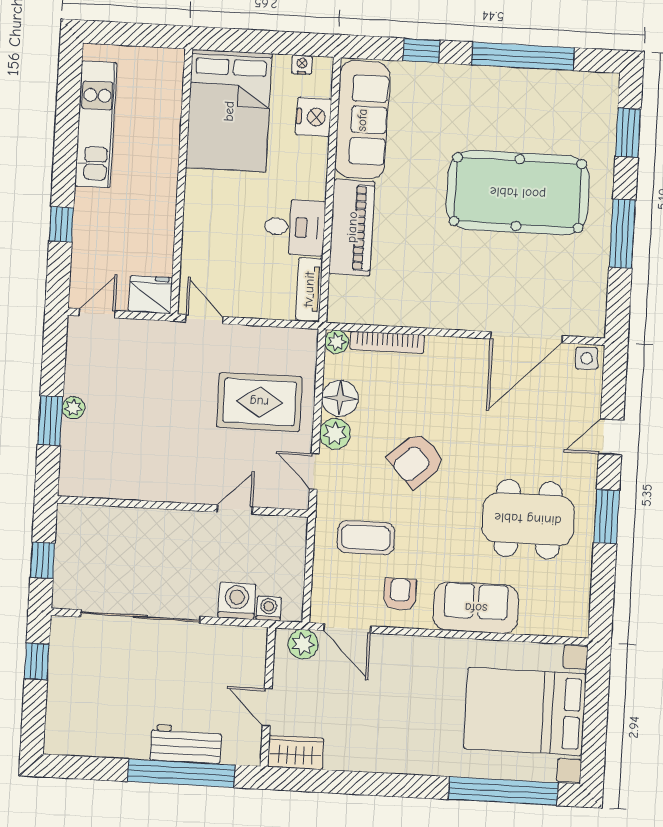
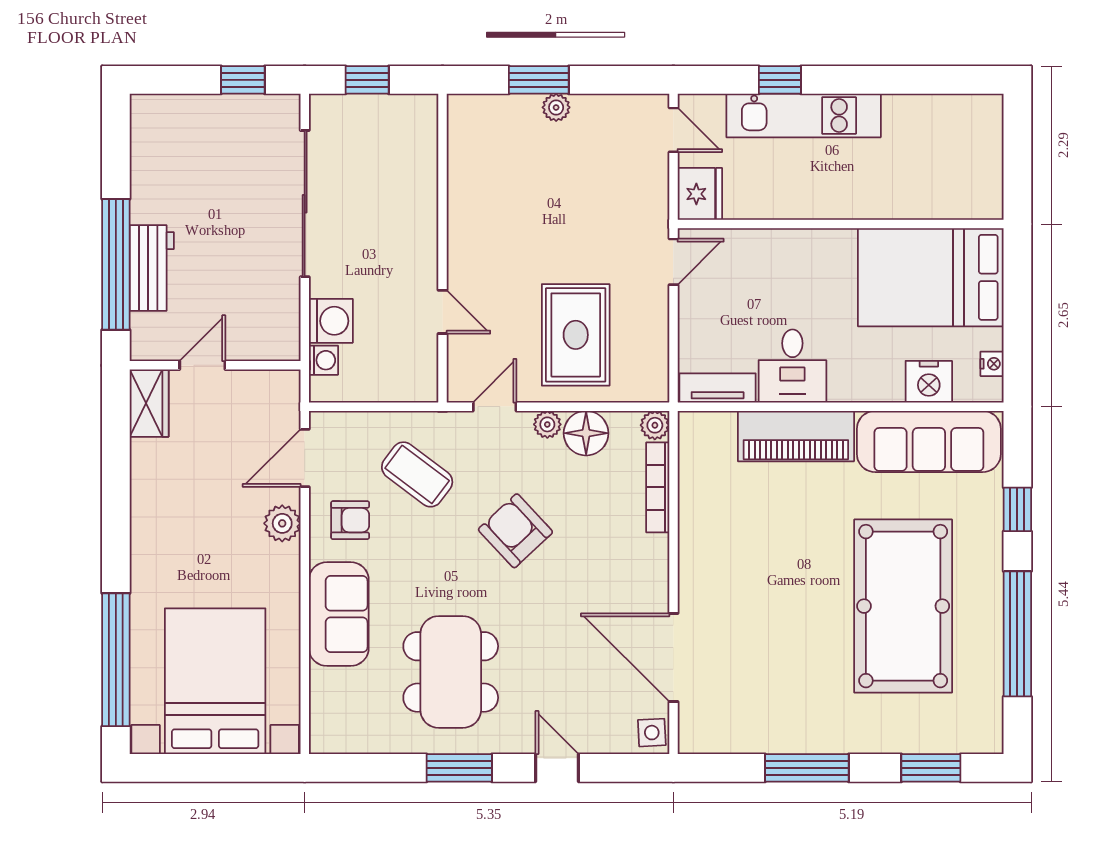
kitchen unit: (96, 124) -> (804, 116), moved
pool table: (518, 193) -> (903, 606), moved
plant: (335, 434) -> (547, 424), width x0.73, depth x0.73
coffee table: (366, 538) -> (417, 474), turned -53
plant: (303, 644) -> (282, 523), moved

